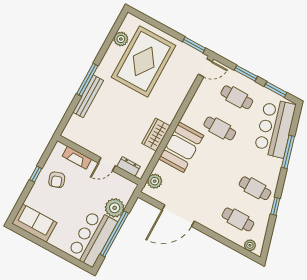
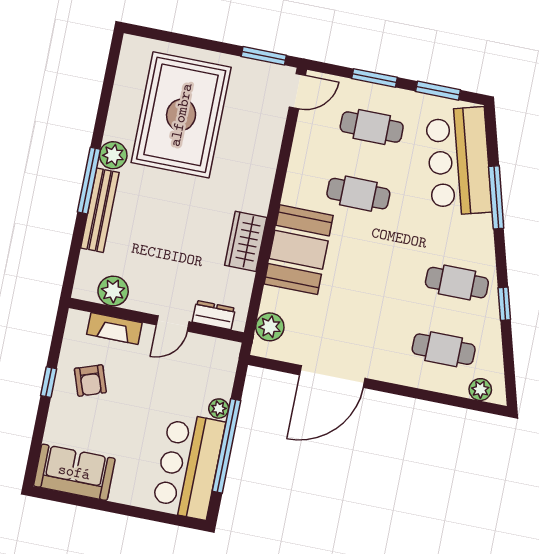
plant: (121, 39) -> (113, 155), moved
plant: (82, 139) -> (113, 291), added
plant: (115, 208) -> (219, 409), width x0.53, depth x0.53

